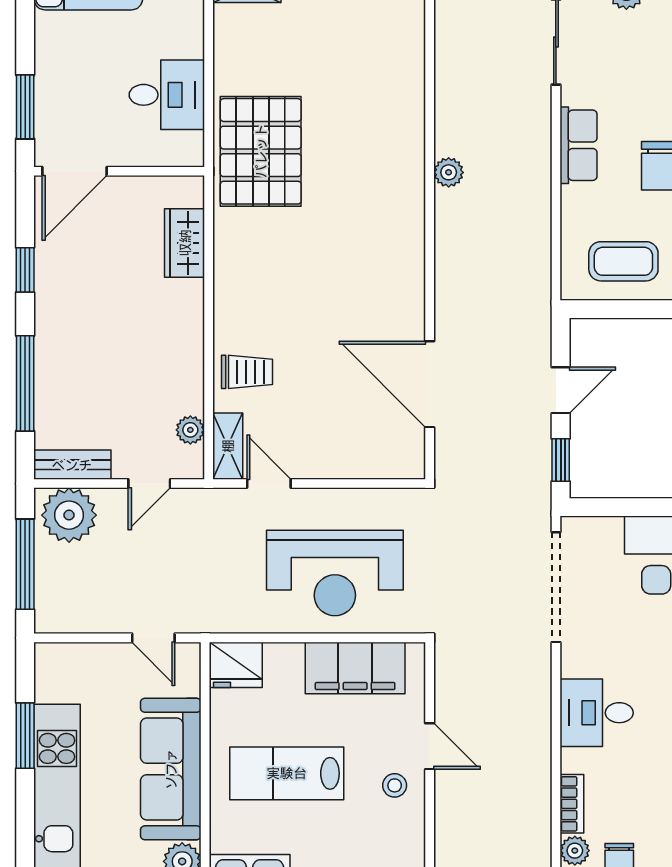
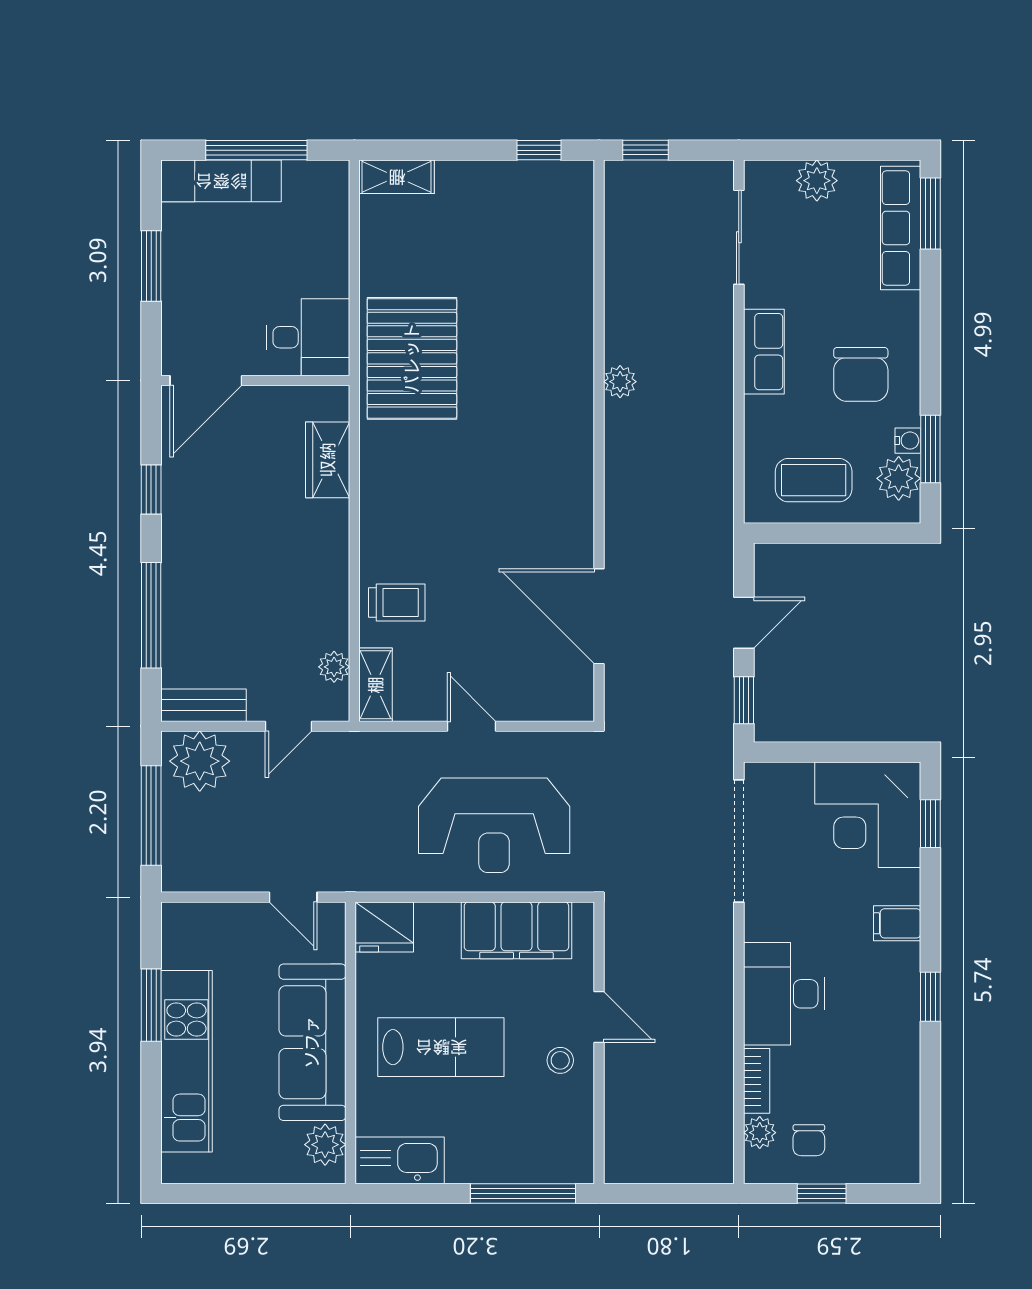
desk: (167, 95) -> (308, 337), moved
window: (25, 107) -> (151, 266), moved
door: (269, 484) -> (472, 726), moved
desk: (597, 713) -> (784, 994), width x1.37
lab bench: (287, 773) -> (441, 1047), turned 180

